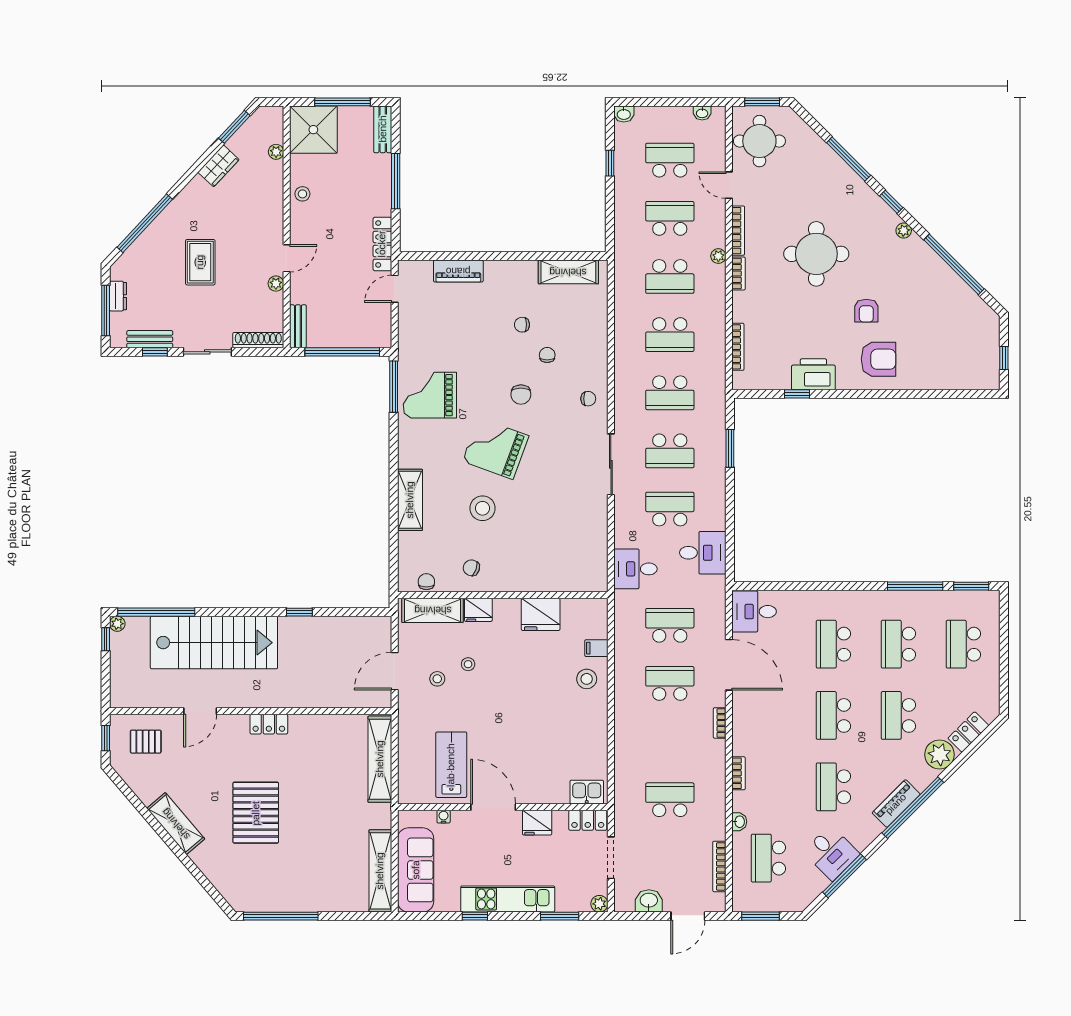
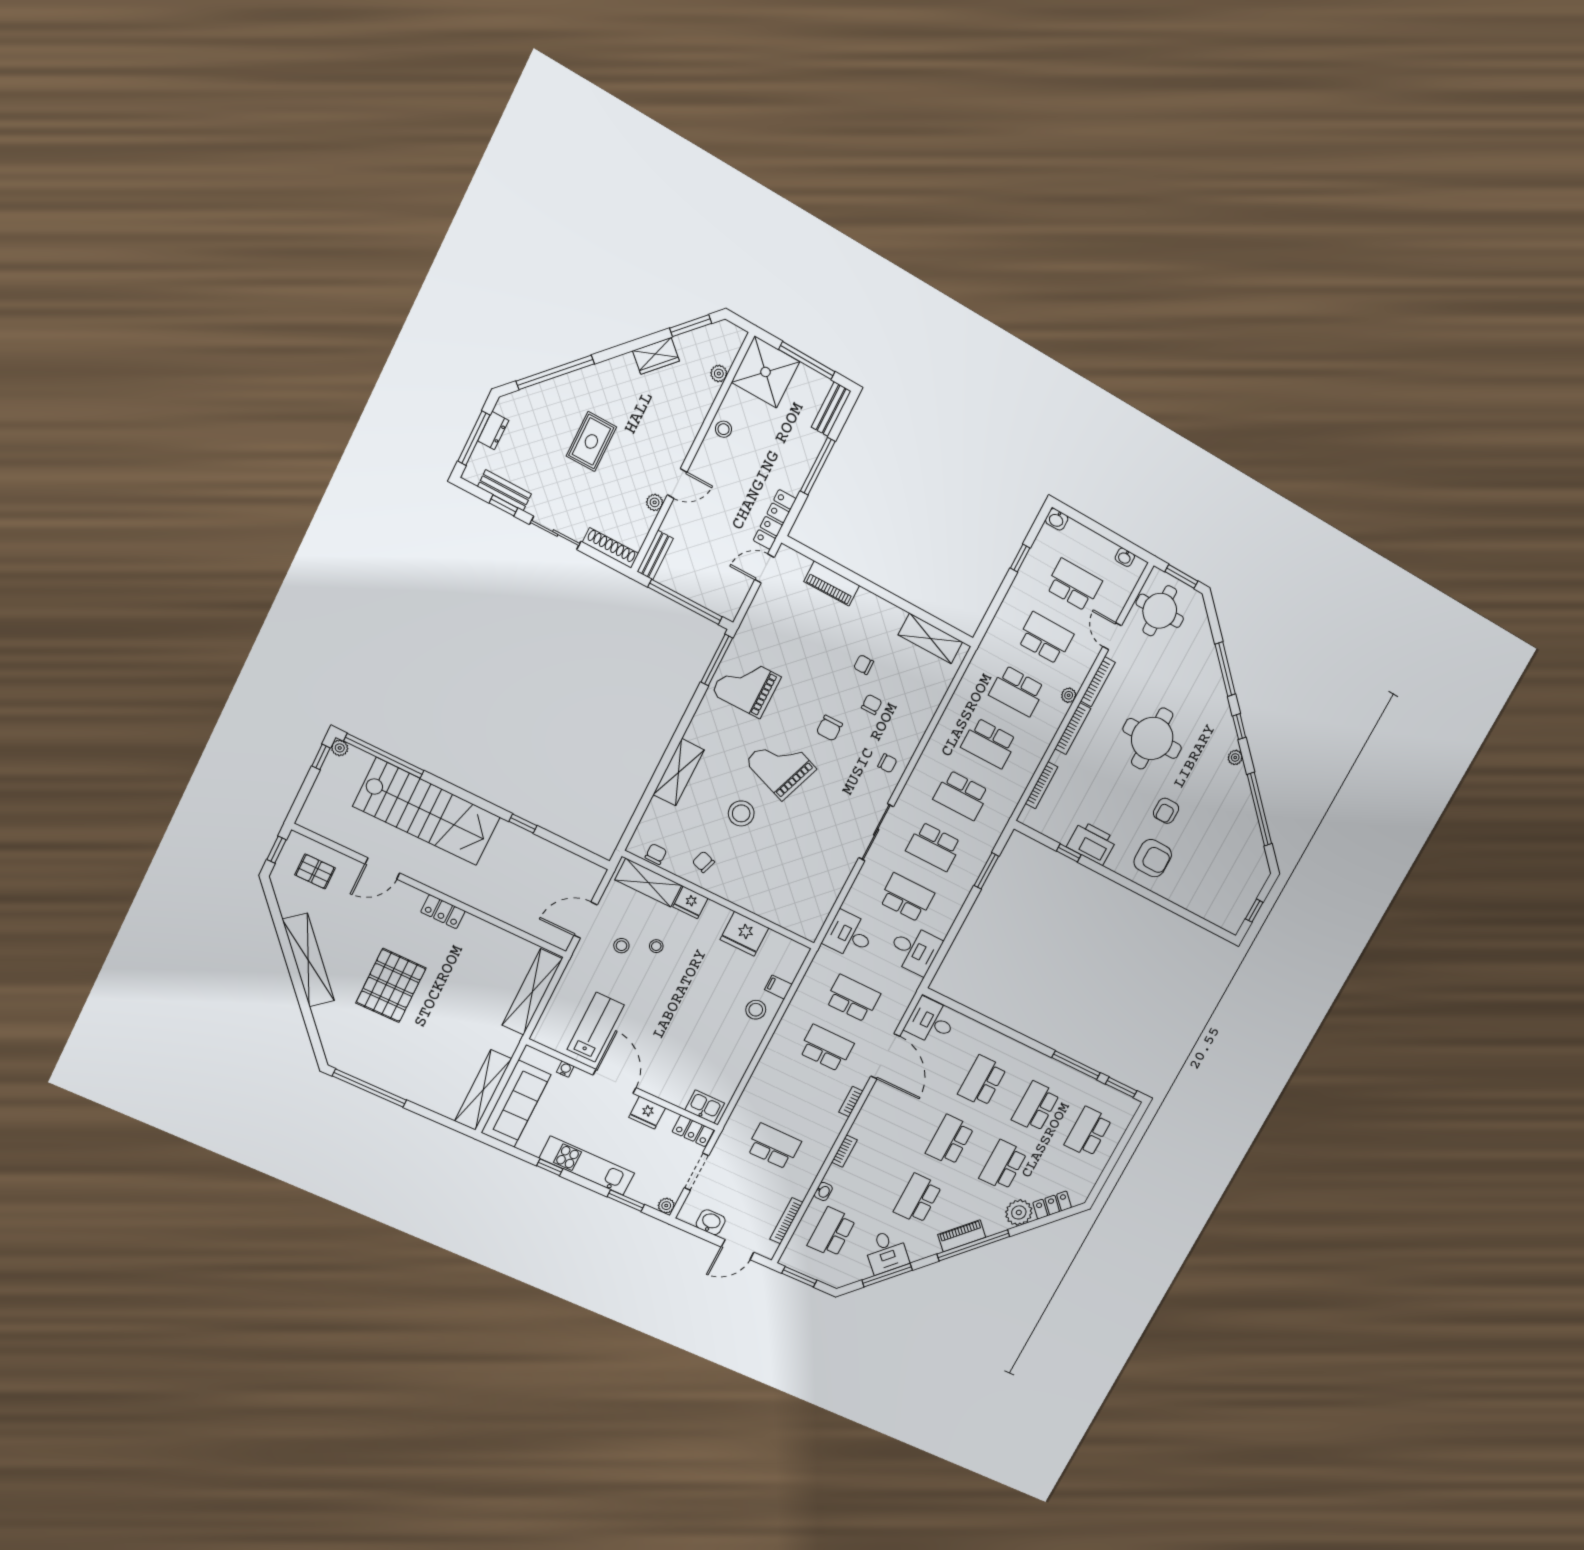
bookcase: (738, 273) -> (1073, 729), width x1.56
shelving: (176, 824) -> (308, 960), width x1.47

